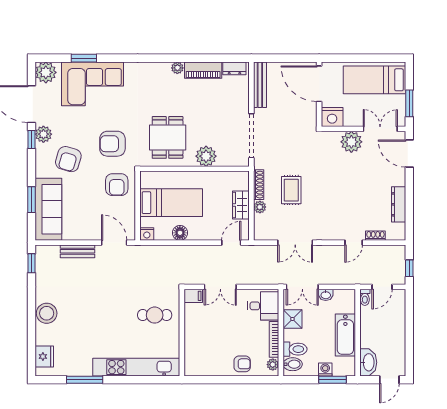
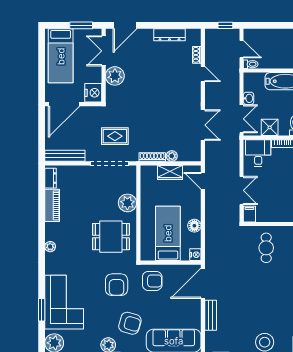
plant: (177, 68) -> (50, 247), moved
rug: (291, 190) -> (115, 136), moved
door: (114, 243) -> (203, 283), width x1.36

